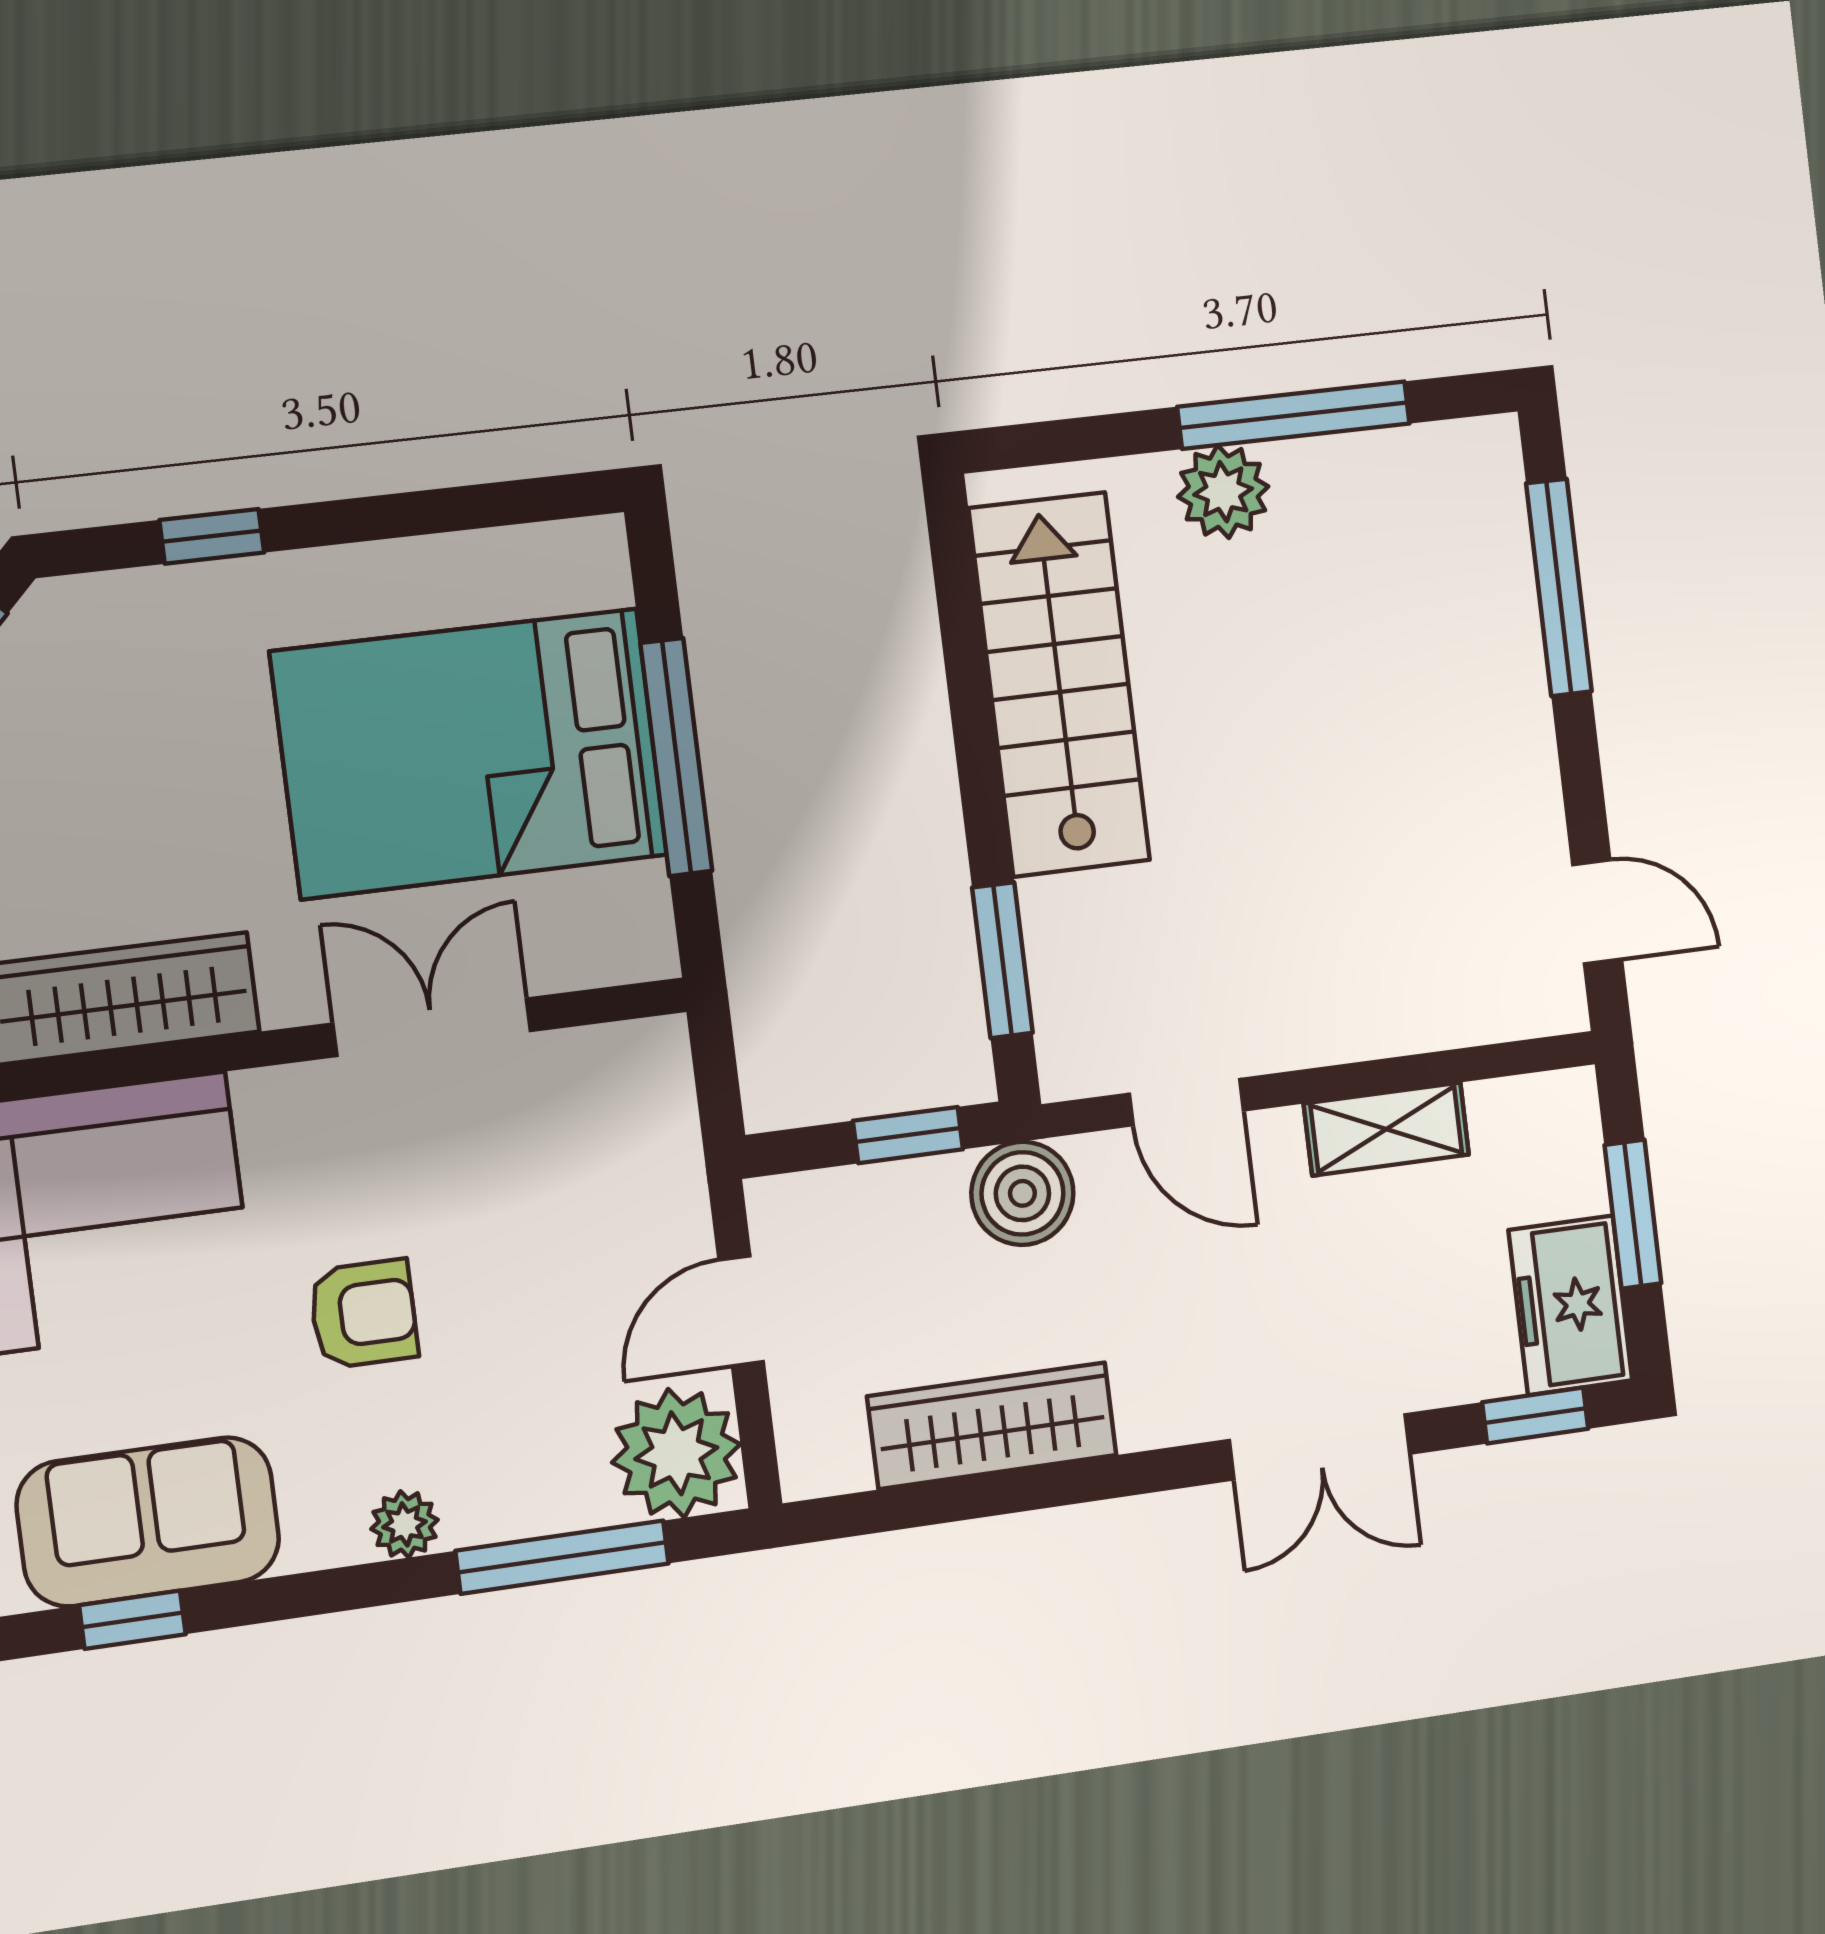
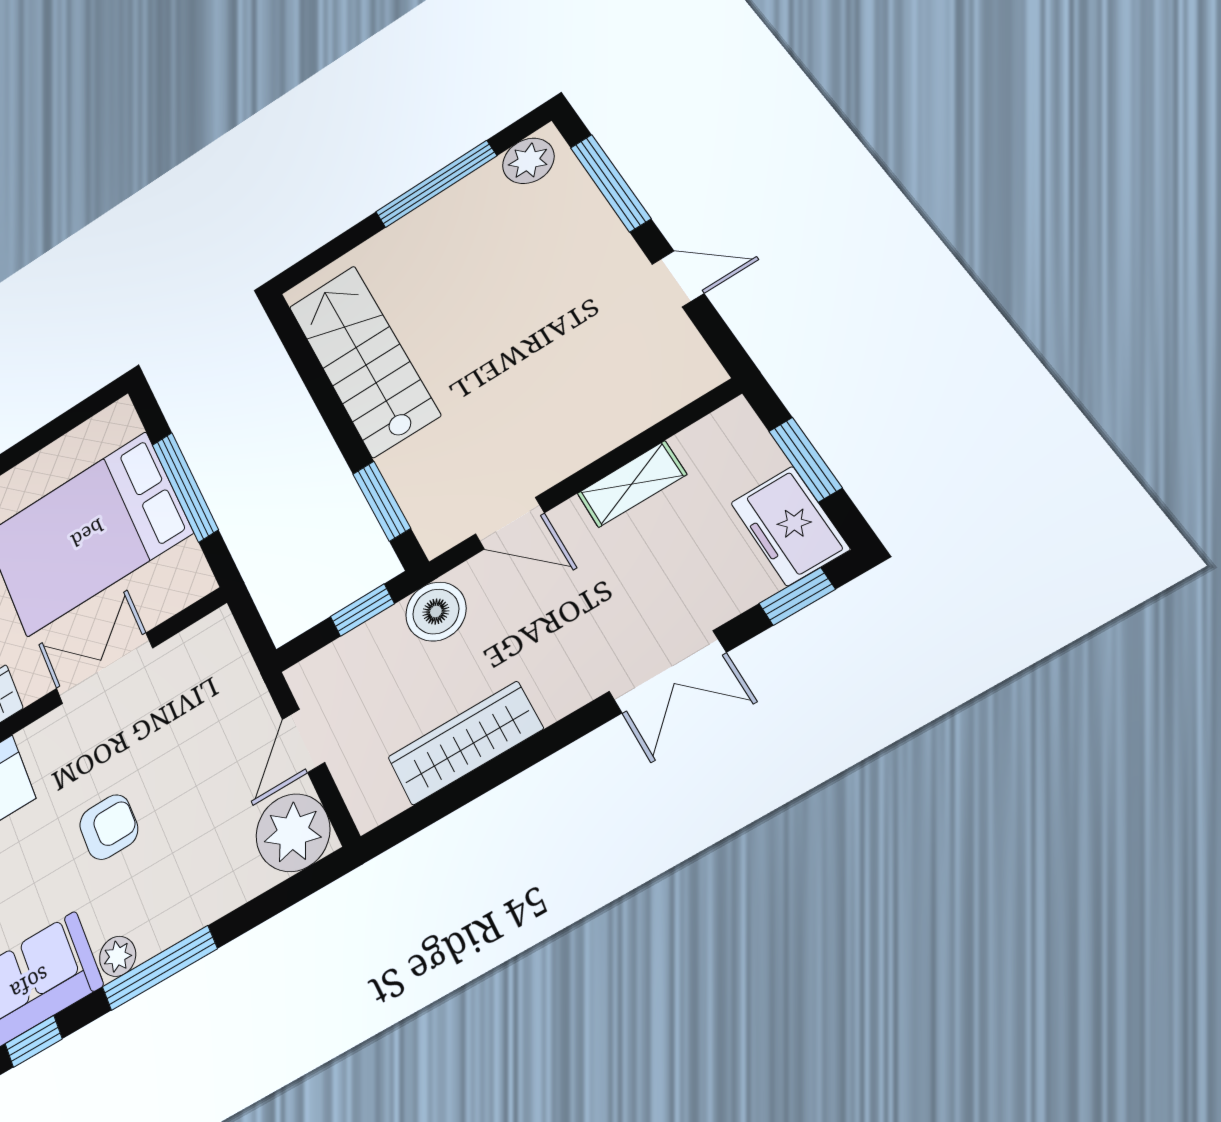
plant: (1223, 492) -> (528, 161), moved
door: (1597, 912) -> (678, 279), moved
plant: (405, 1524) -> (118, 956), moved
window: (562, 1557) -> (160, 968), moved

